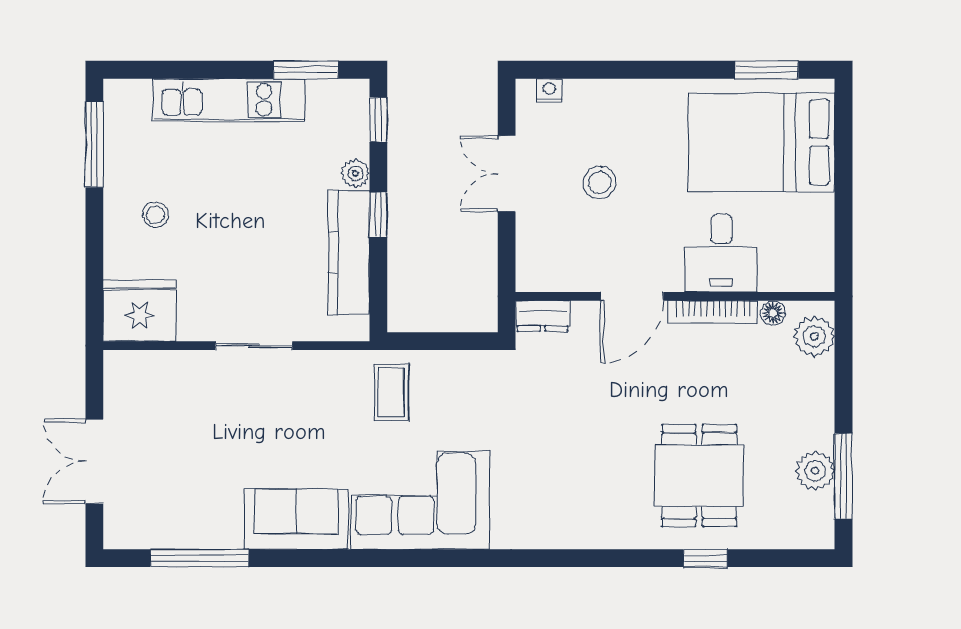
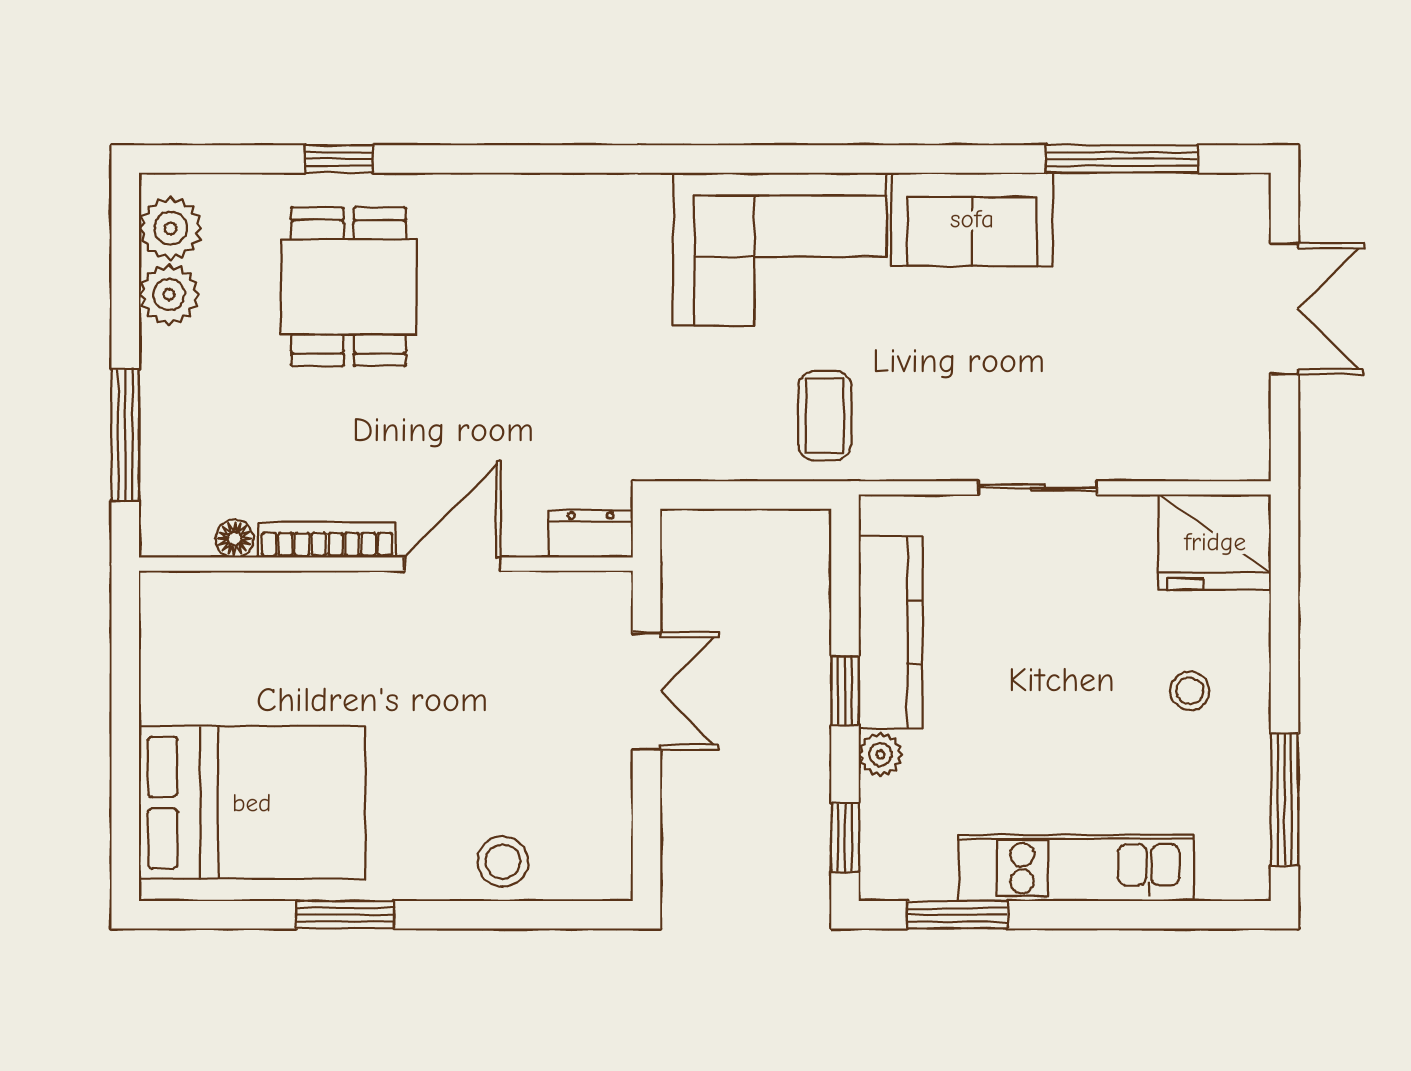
window: (767, 70) -> (345, 915), moved
nightstand: (549, 91) -> (581, 883), removed
double door: (507, 174) -> (647, 691), moved
stool: (600, 182) -> (503, 861), moved
desk: (721, 253) -> (314, 631), removed
plant: (814, 336) -> (171, 228), moved
window: (843, 476) -> (125, 435), moved

